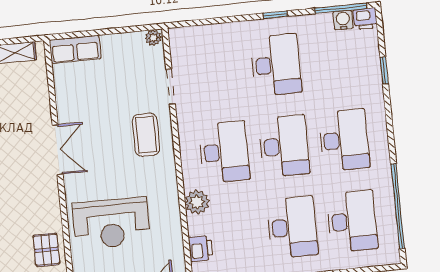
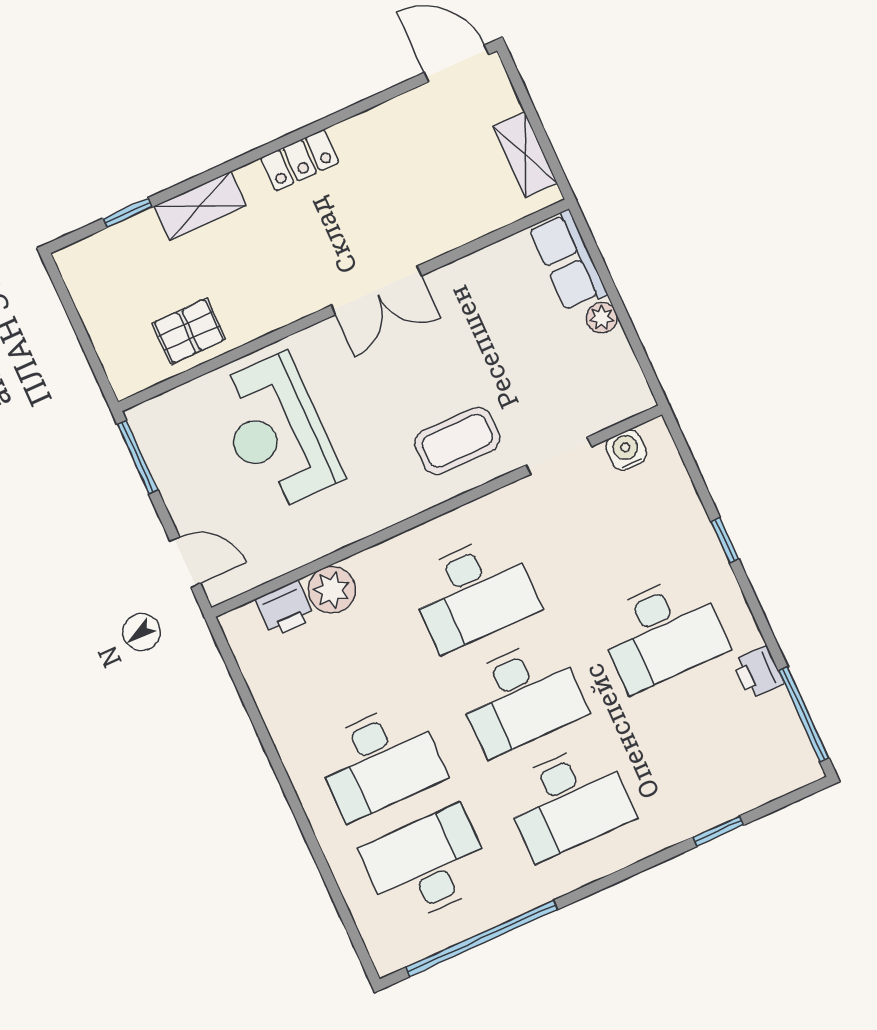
window: (275, 15) -> (725, 540), moved
printer: (365, 19) -> (758, 672), moved
water cooler: (343, 20) -> (626, 450), moved, turned -90
plant: (153, 38) -> (602, 318), moved
plant: (197, 202) -> (332, 590), moved
desk: (352, 221) -> (427, 865), turned 180

